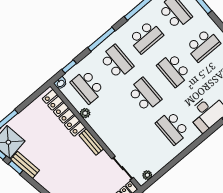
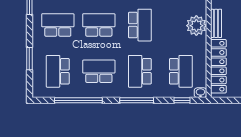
school desk: (174, 70) -> (99, 25), turned -90
school desk: (145, 95) -> (140, 25), turned 180
plant: (85, 113) -> (196, 26), moved, width x1.87, depth x1.87

